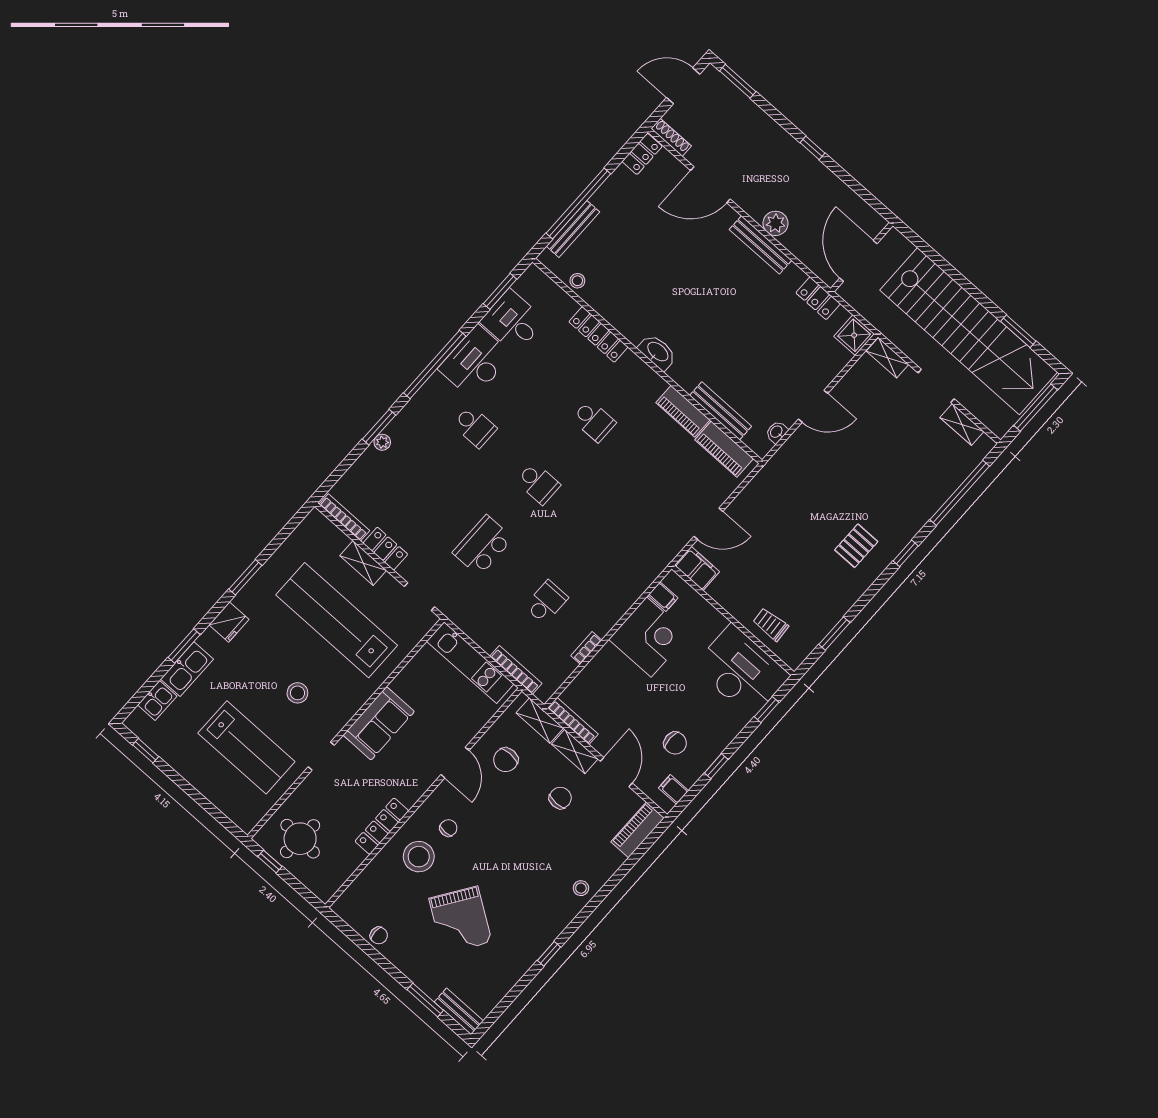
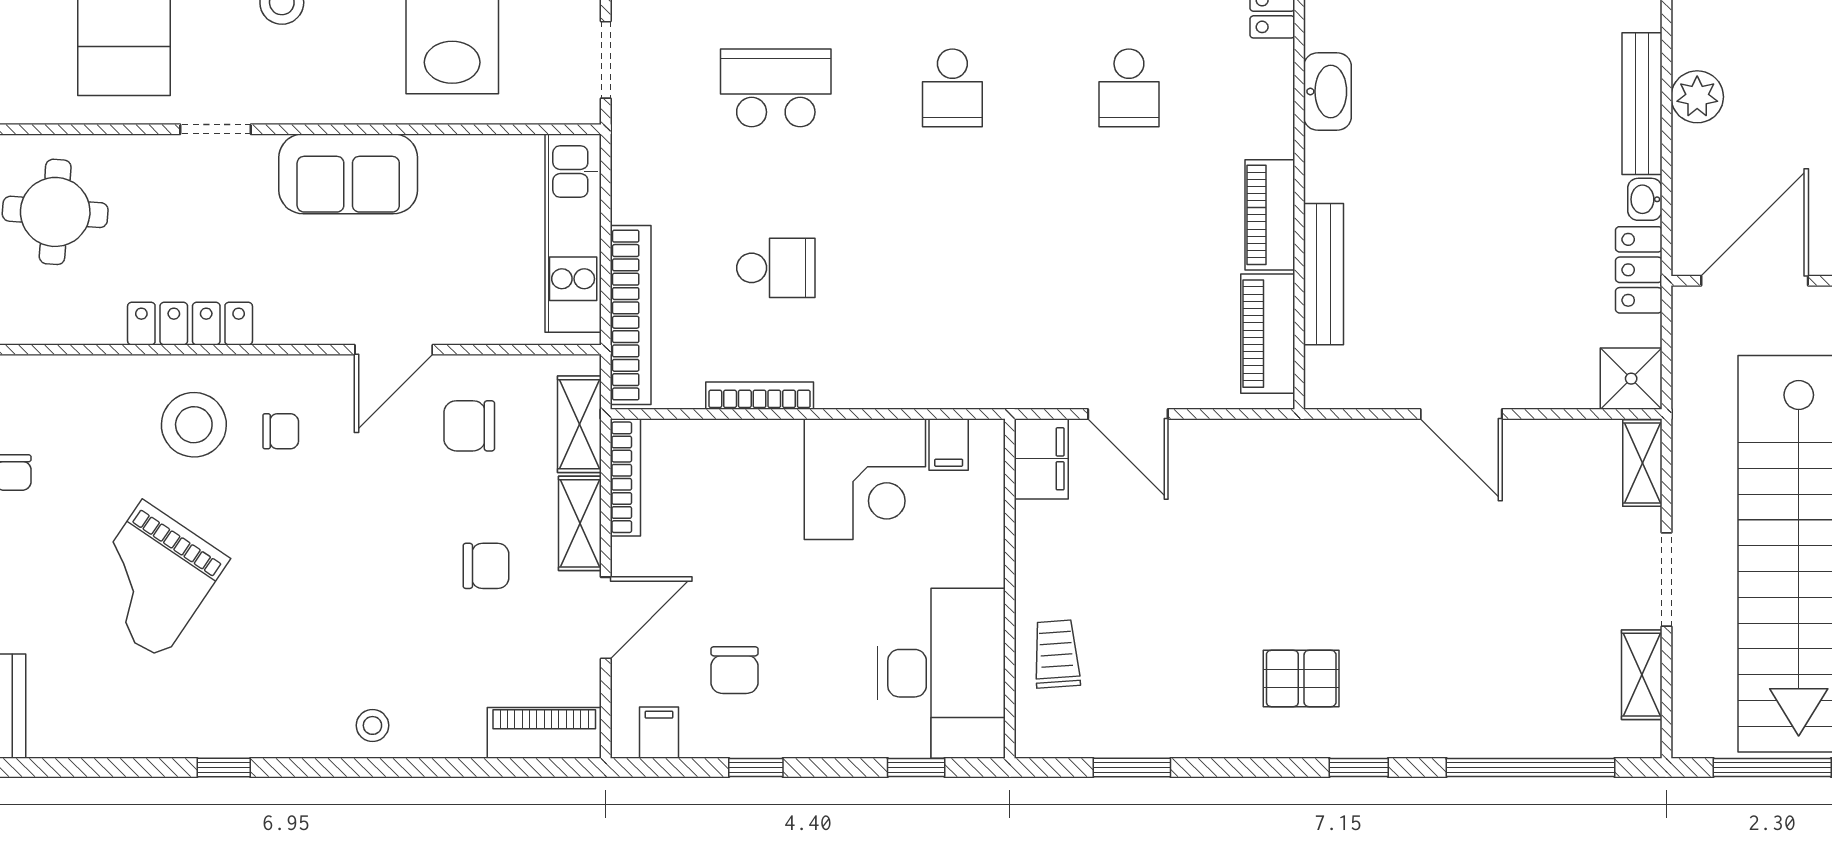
washbasin: (777, 432) -> (1645, 199), moved, turned -90
bookcase: (586, 648) -> (760, 396), width x1.56
bookcase: (516, 670) -> (631, 315), width x1.48, depth x1.31

